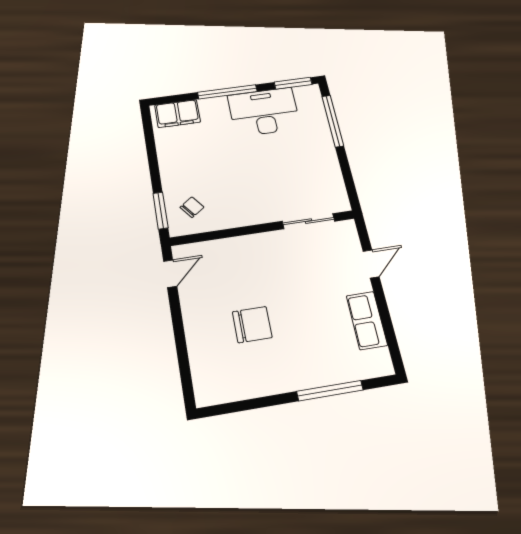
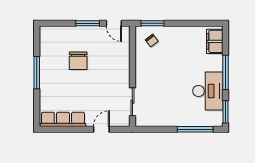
door: (371, 264) -> (101, 129), swing flipped
window: (177, 319) -> (88, 23), added
row of seats: (367, 320) -> (63, 119), width x1.48
window: (330, 391) -> (37, 73), moved

